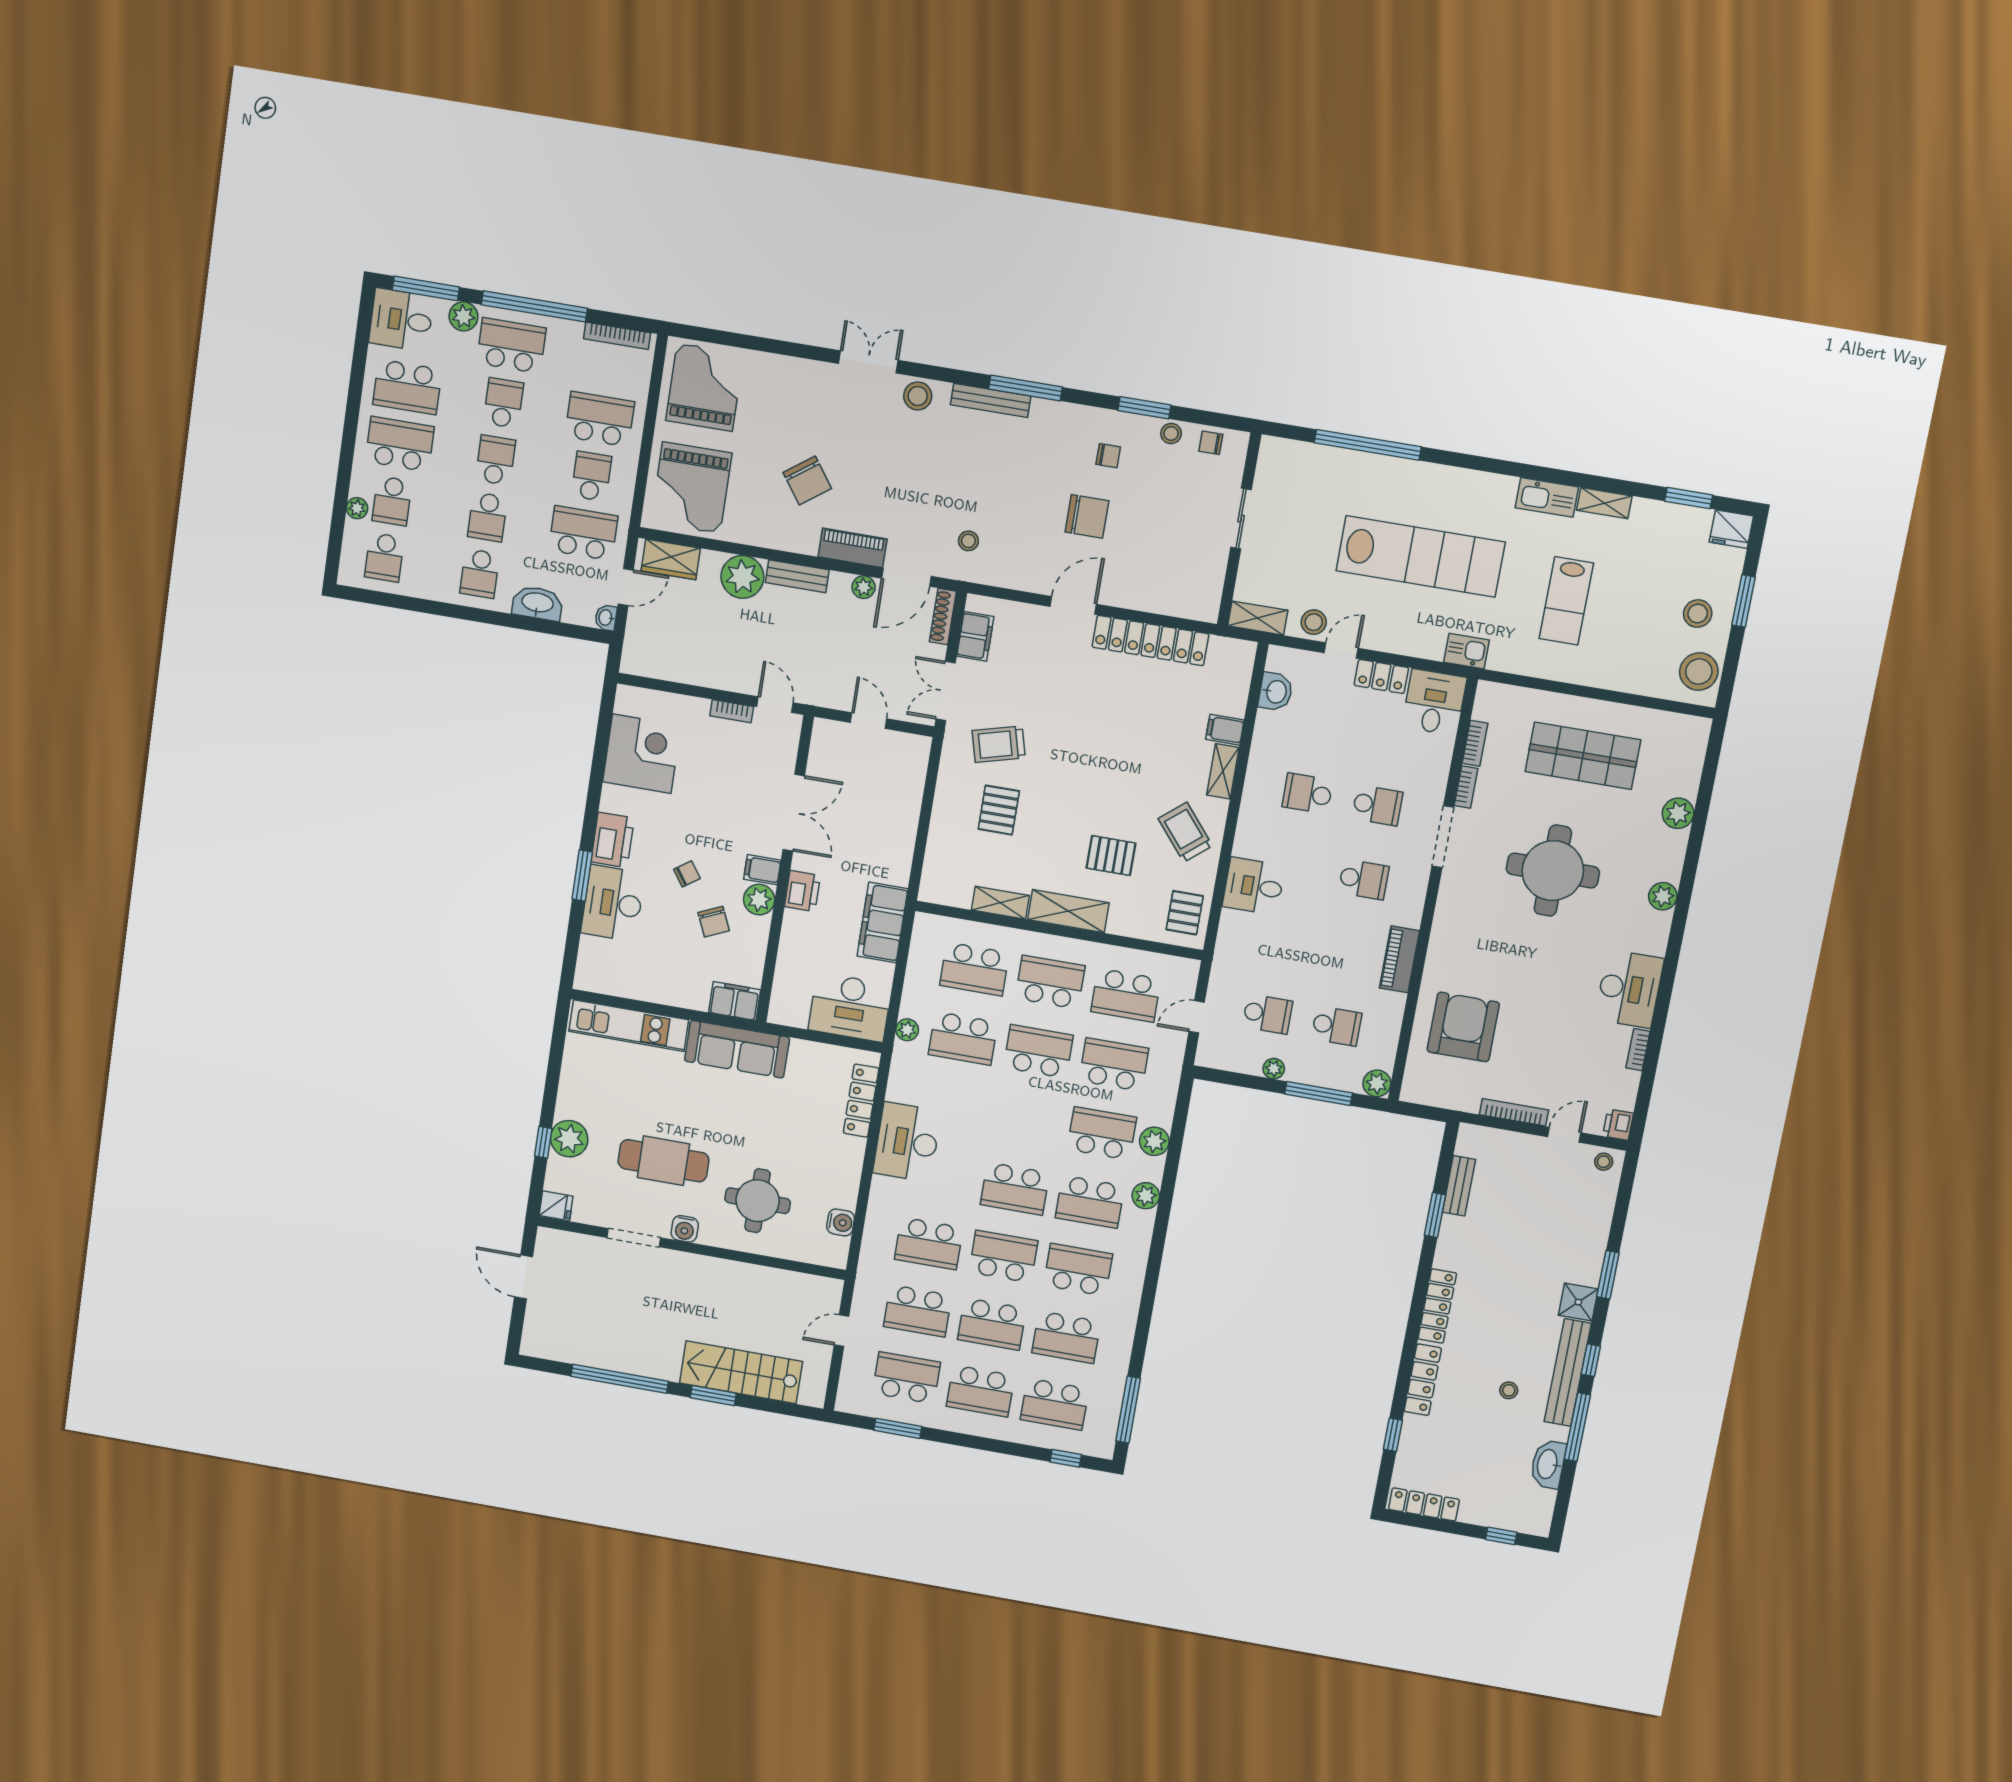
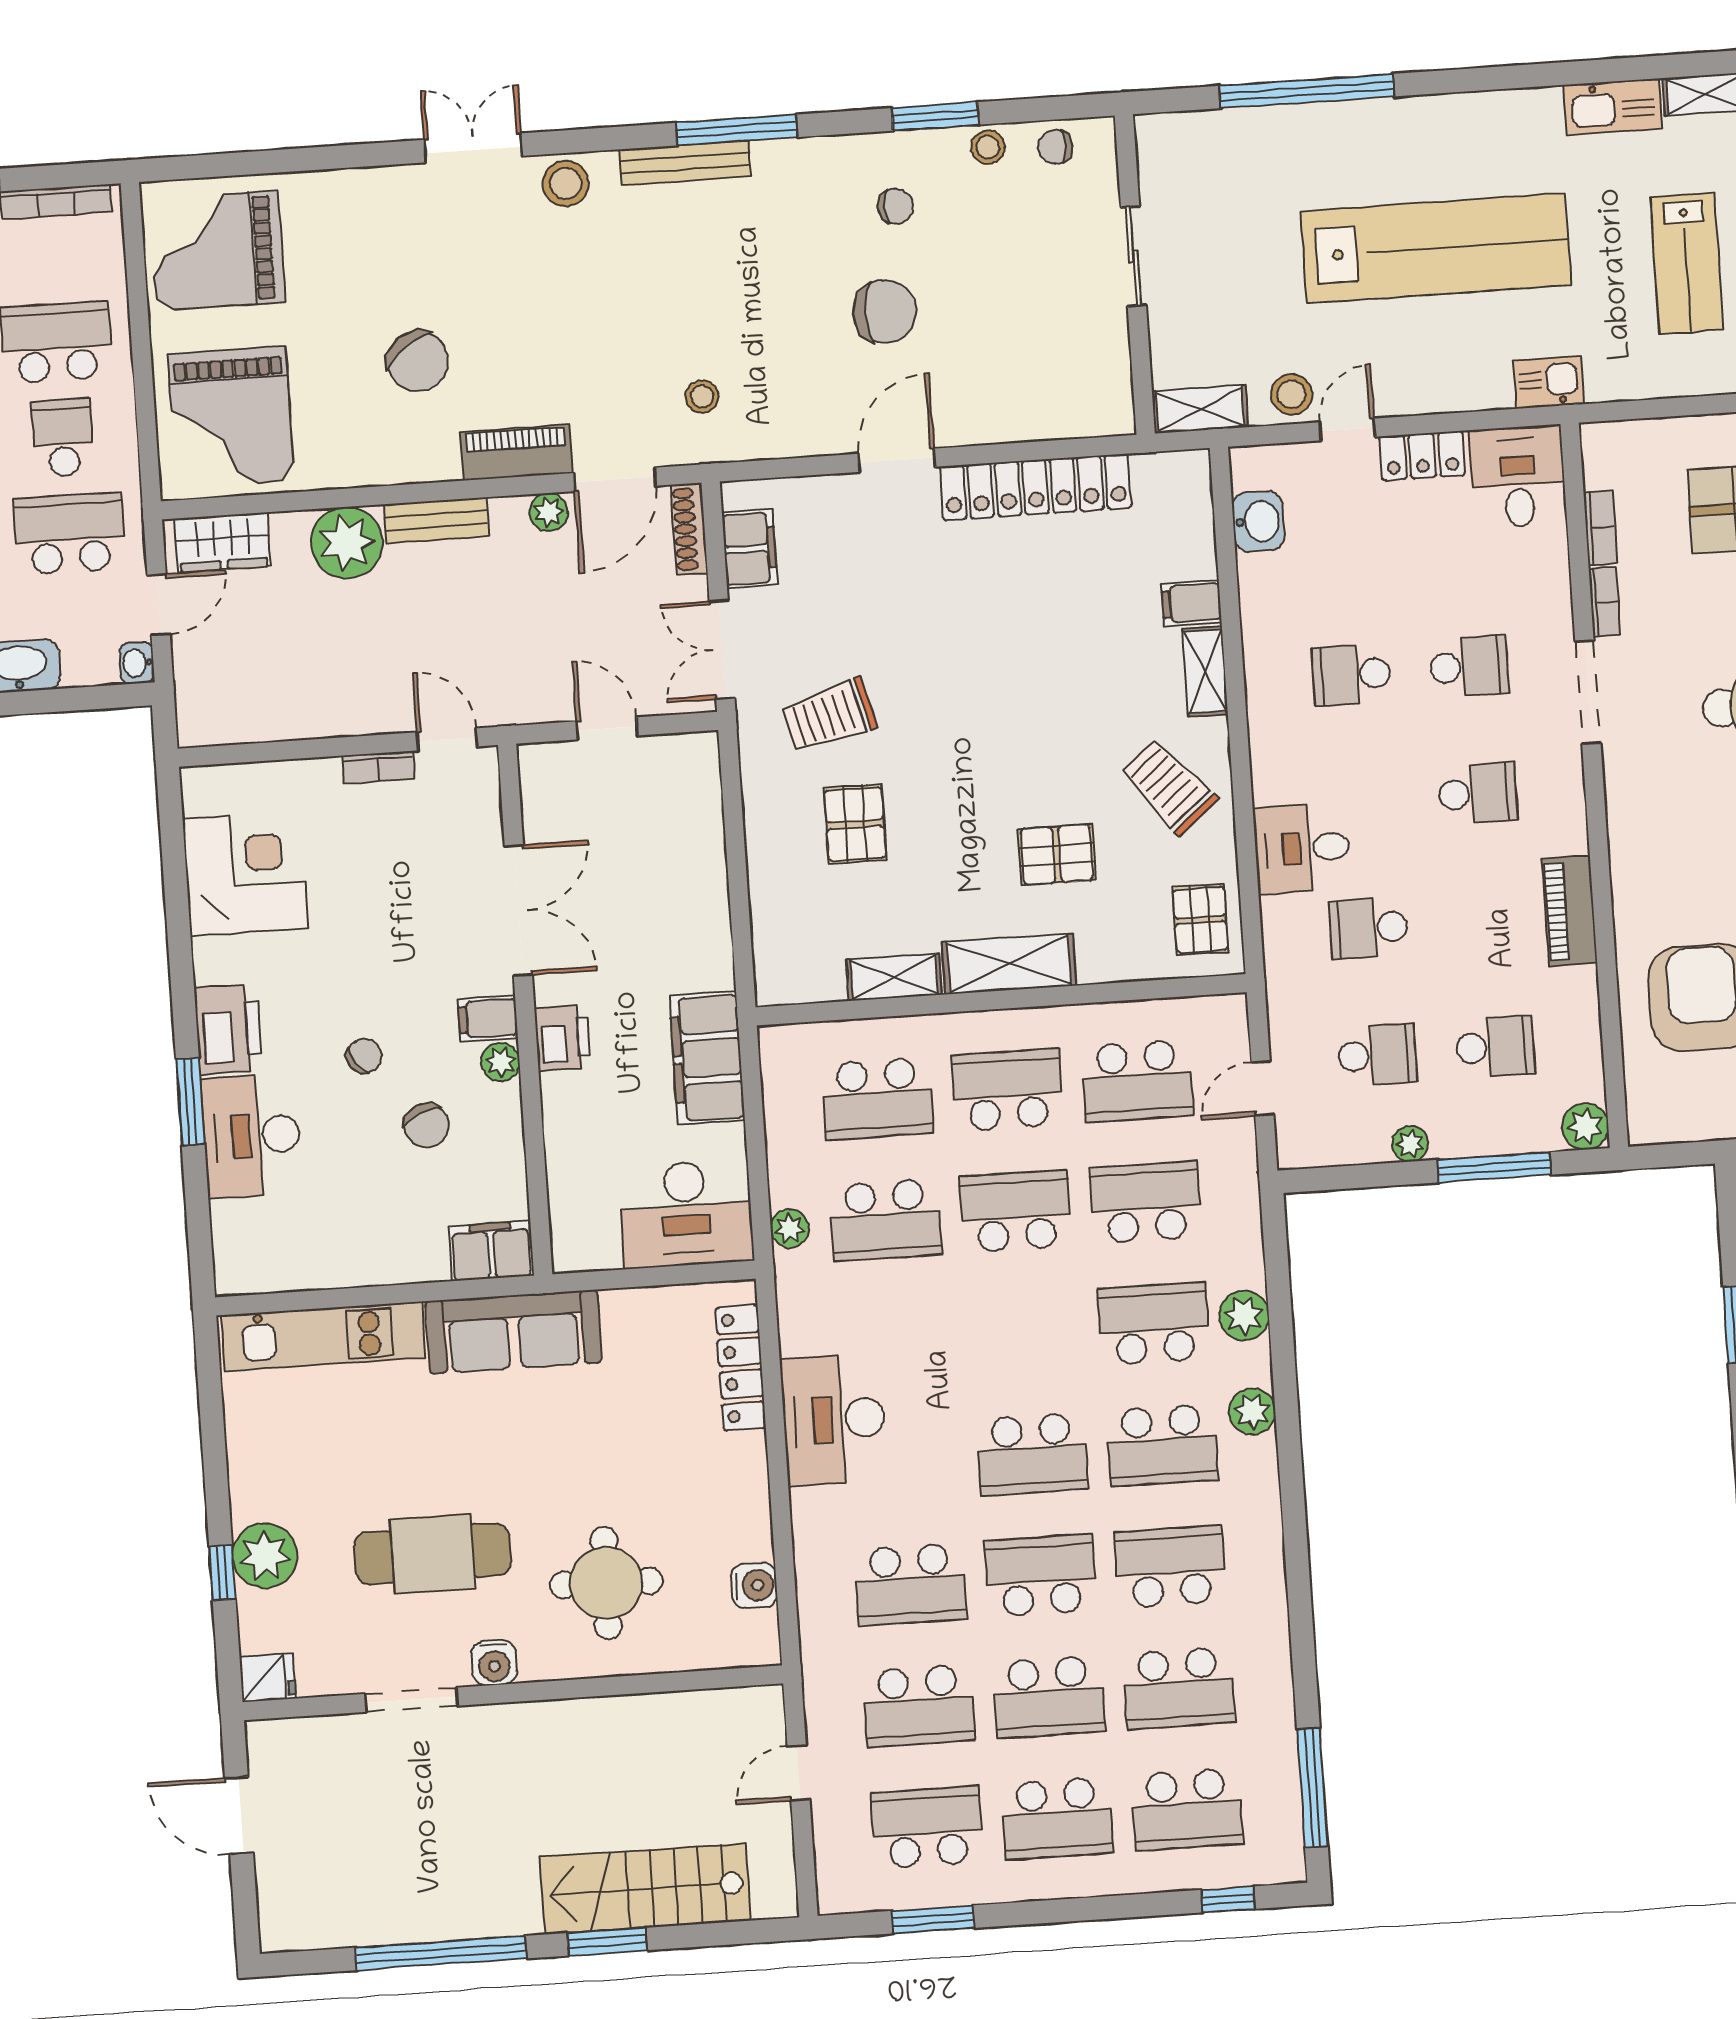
grand piano: (705, 387) -> (217, 250), turned -90
plant: (759, 900) -> (500, 1062), width x0.73, depth x0.73
school desk: (1281, 941) -> (1369, 928), added

